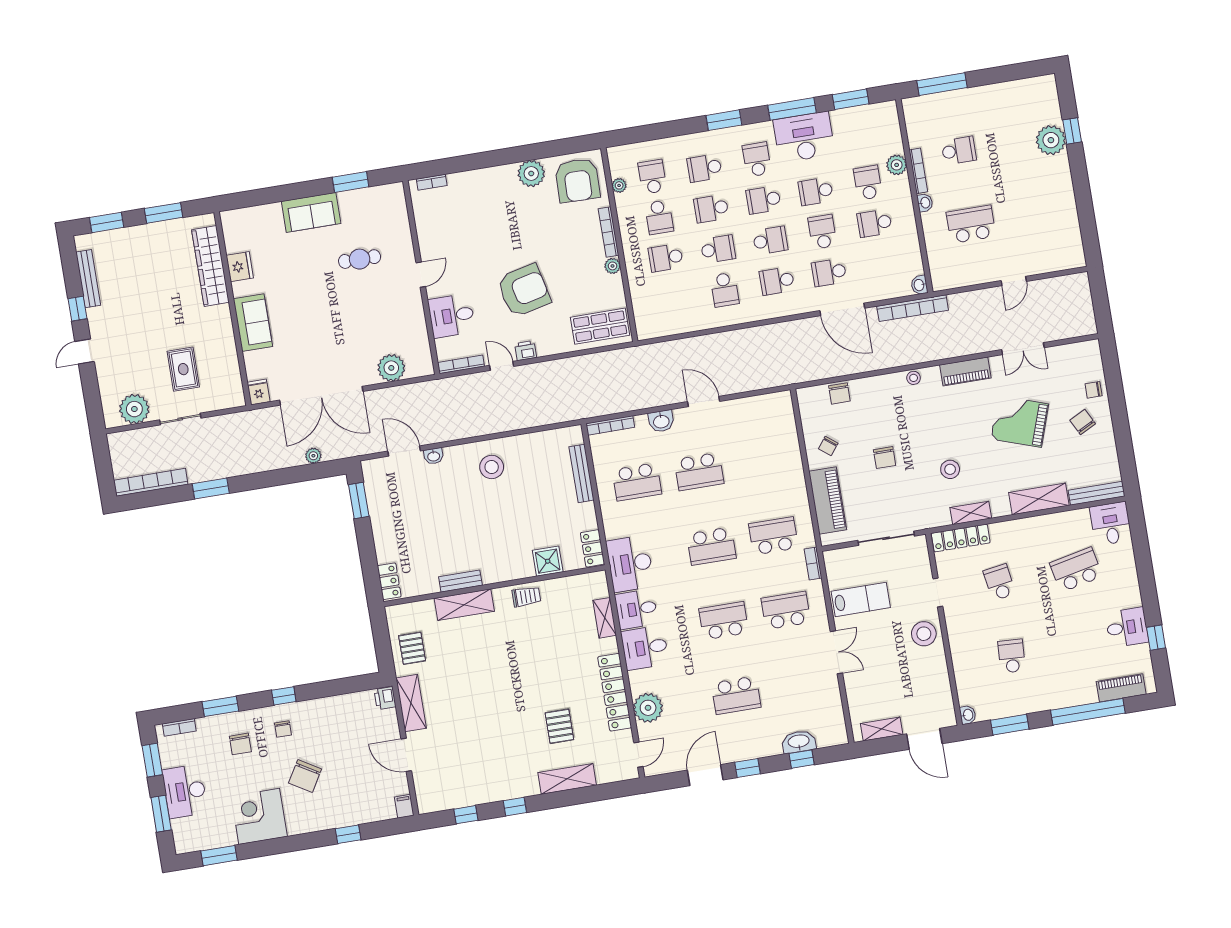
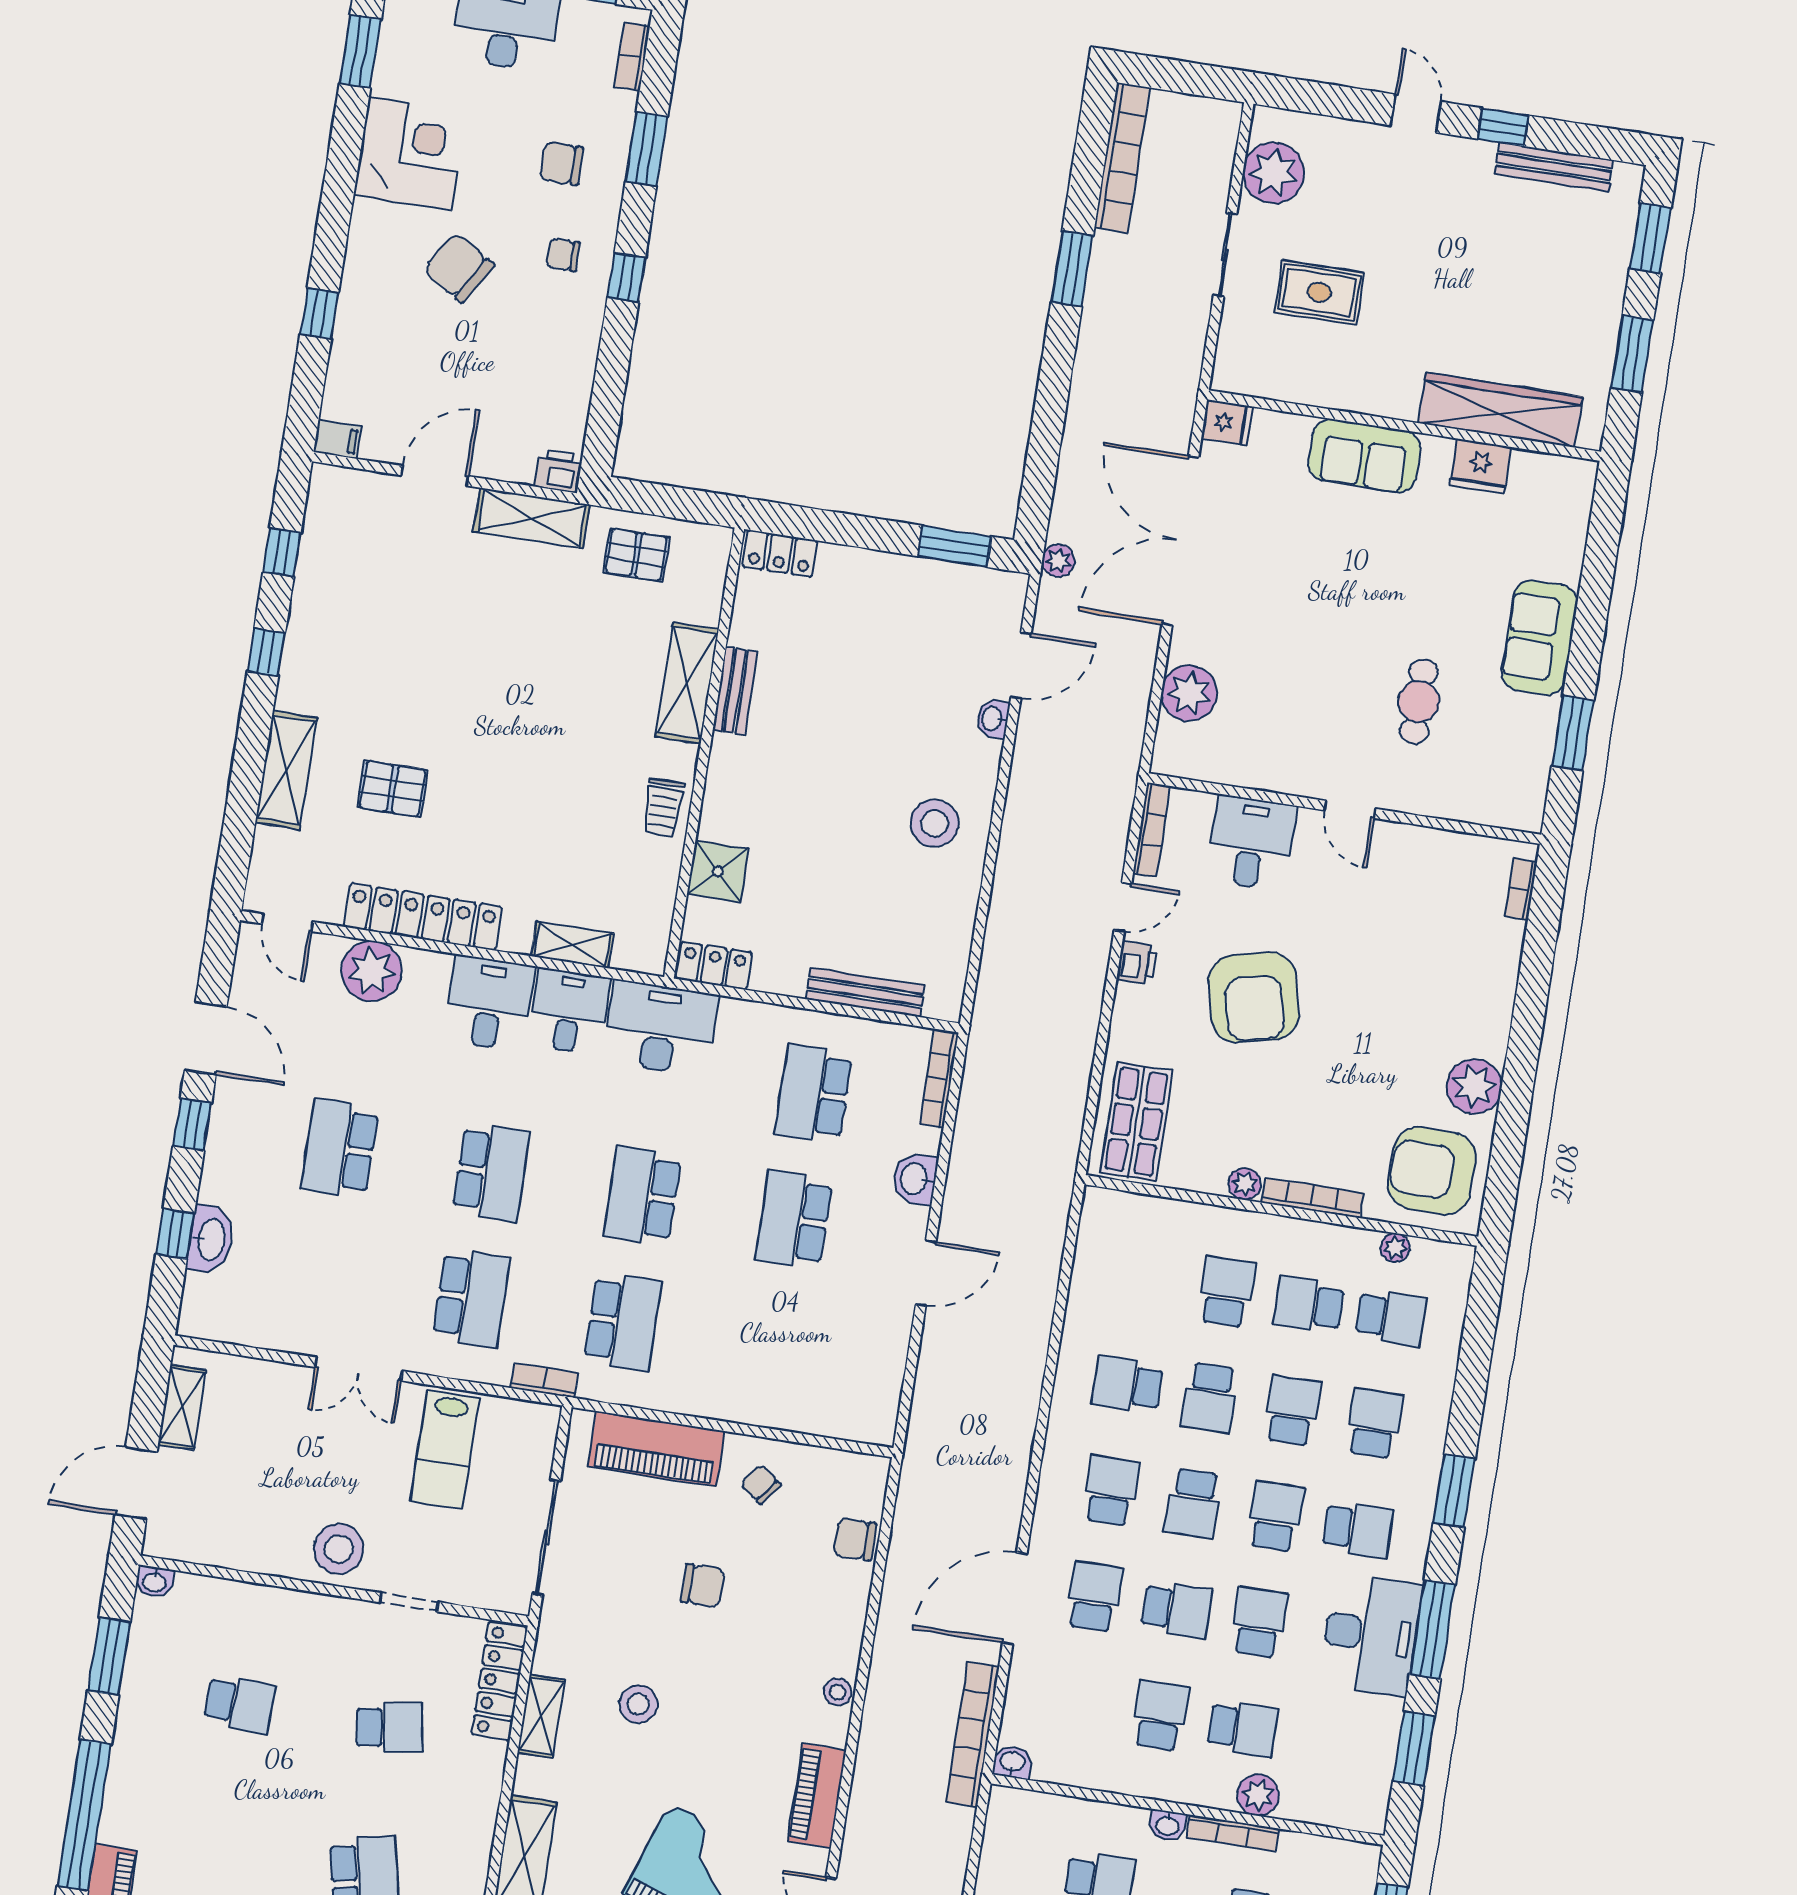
plant: (313, 456) -> (1058, 561), moved
chair: (885, 458) -> (703, 1586), turned 180

